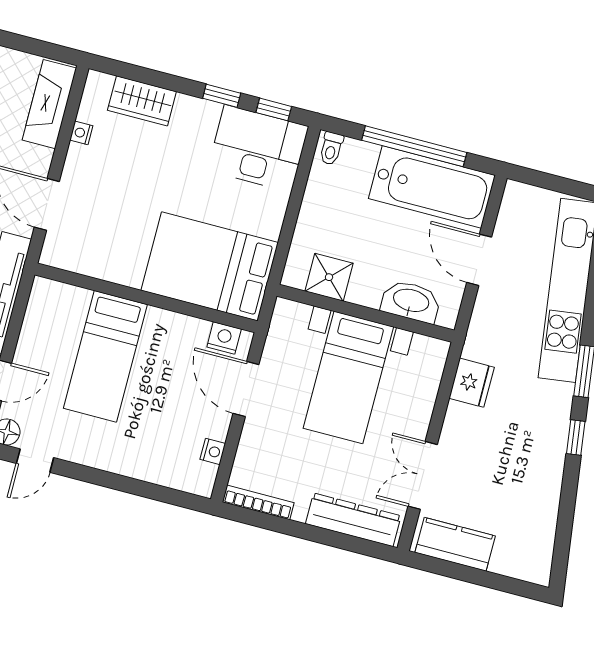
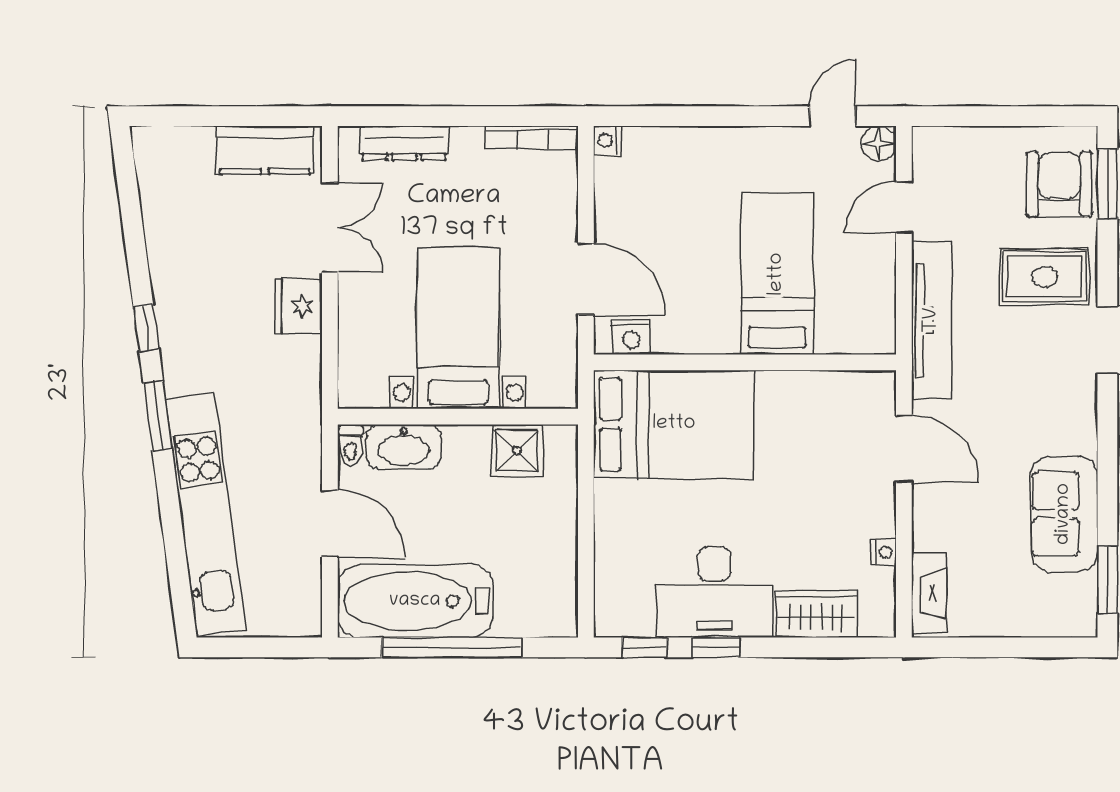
fireplace: (49, 104) -> (929, 594), width x0.73, depth x0.76
desk: (258, 148) -> (714, 592), moved
toilet: (331, 148) -> (351, 445), moved, turned 180
fridge: (472, 383) -> (298, 306), moved
nightstand: (213, 451) -> (607, 140), moved
dresser: (353, 520) -> (404, 143), width x0.73, depth x0.80

